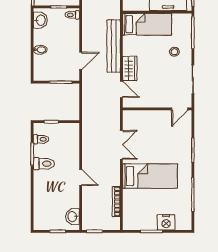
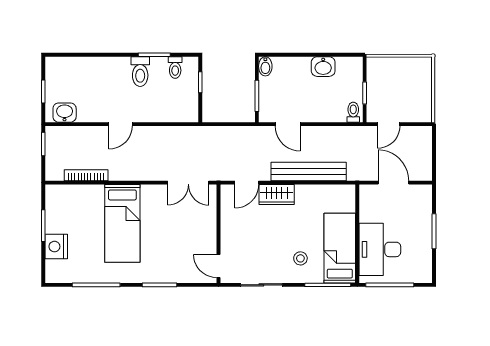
washbasin: (40, 20) -> (323, 67), moved
bed: (147, 24) -> (340, 248), moved, turned 180
bidet: (40, 50) -> (265, 66), moved
double door: (121, 145) -> (188, 183), moved

